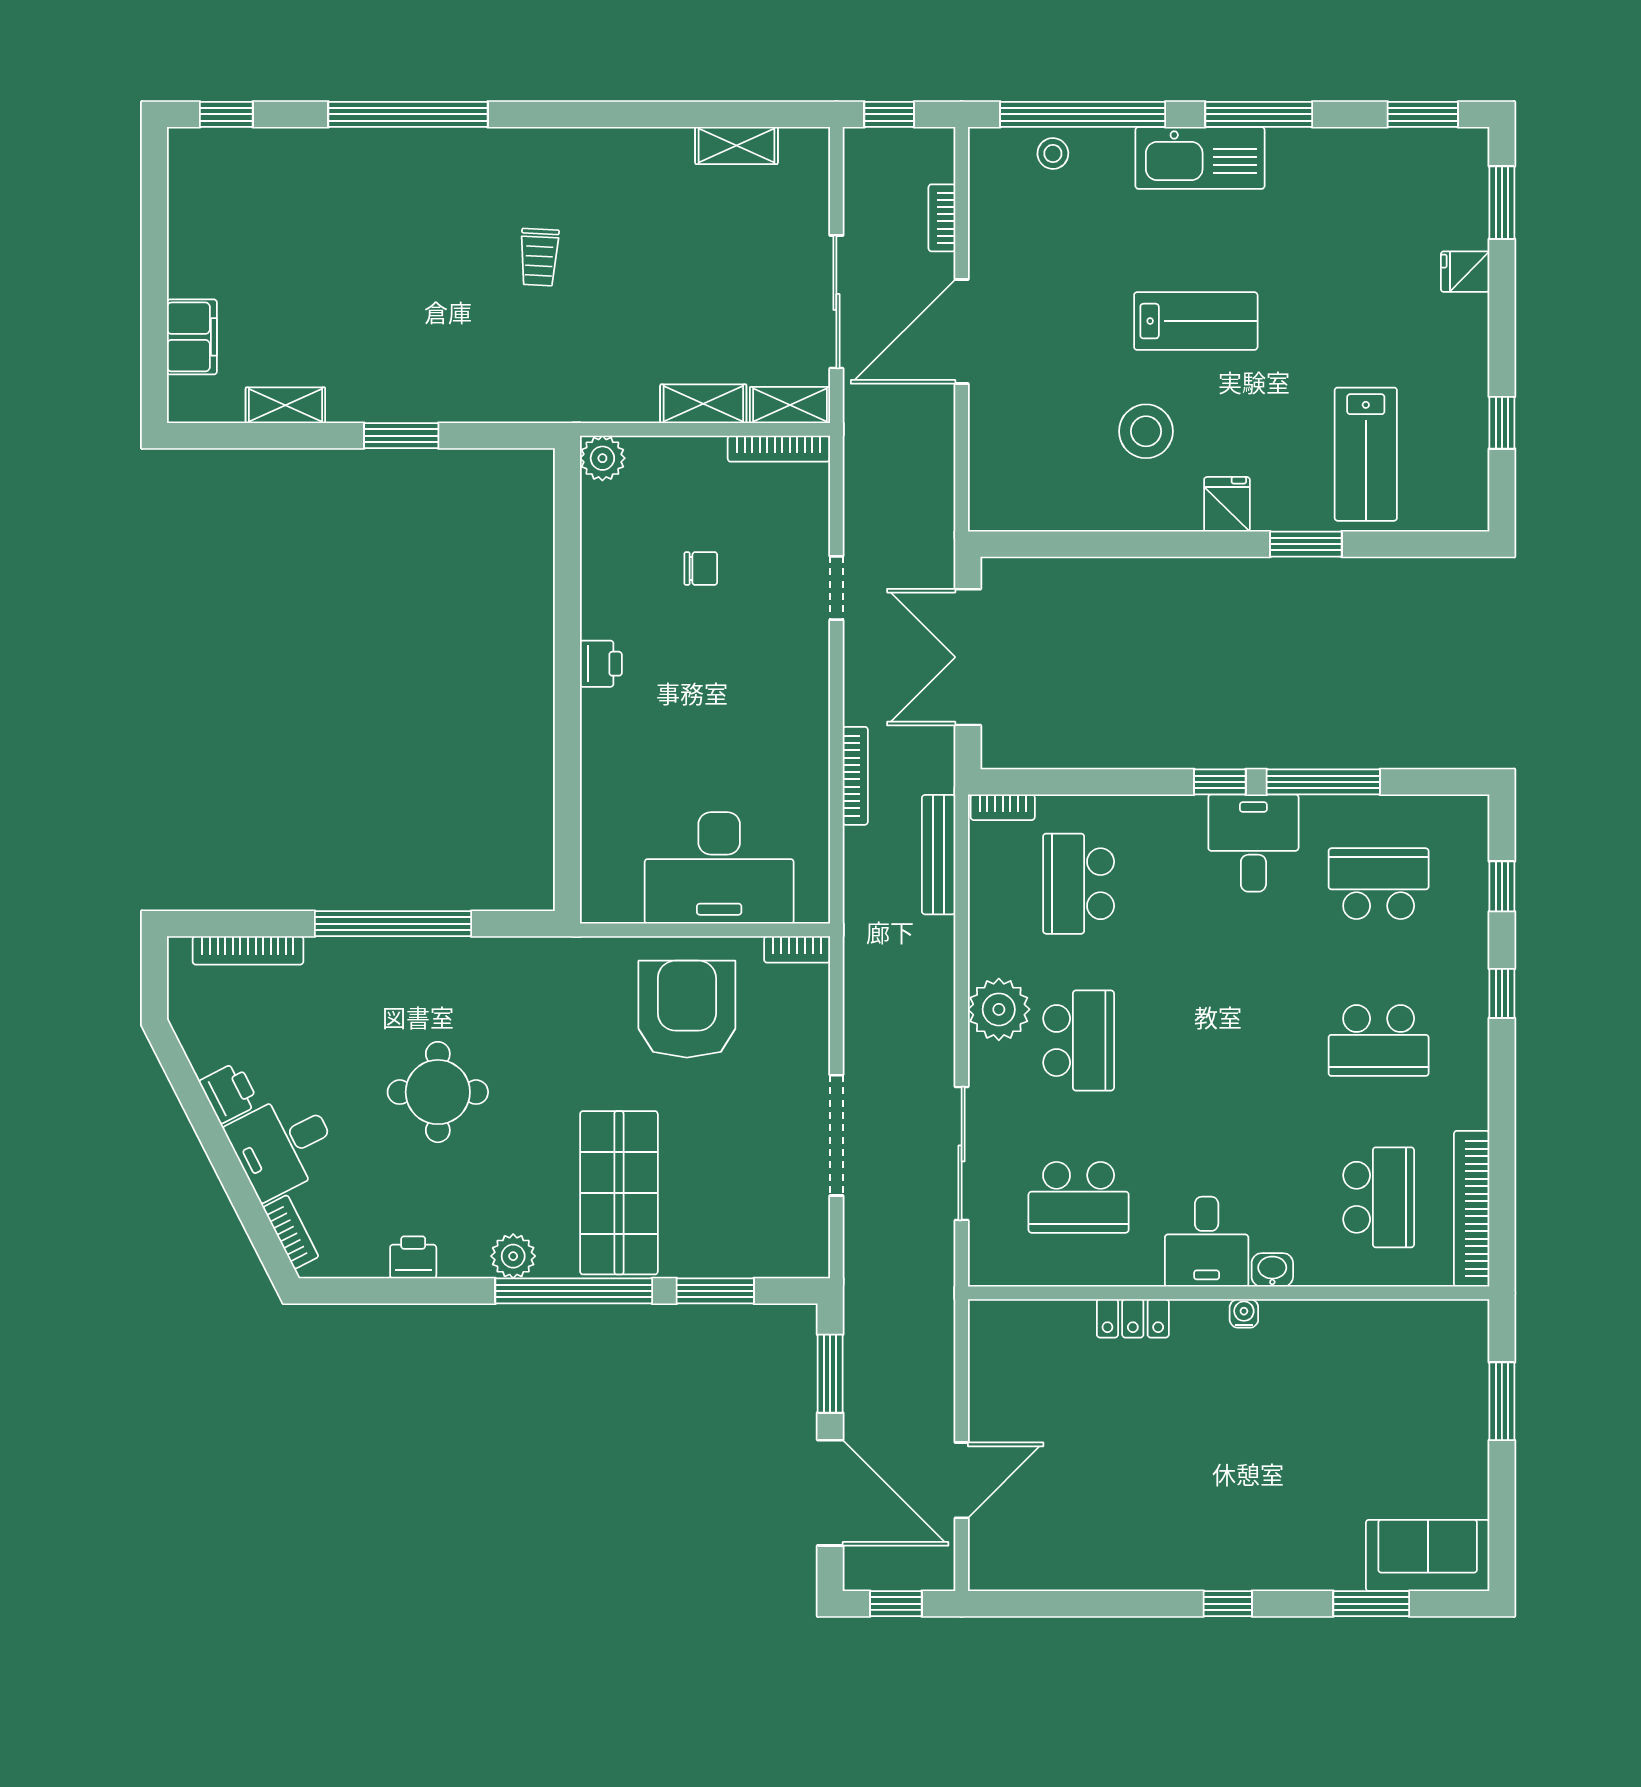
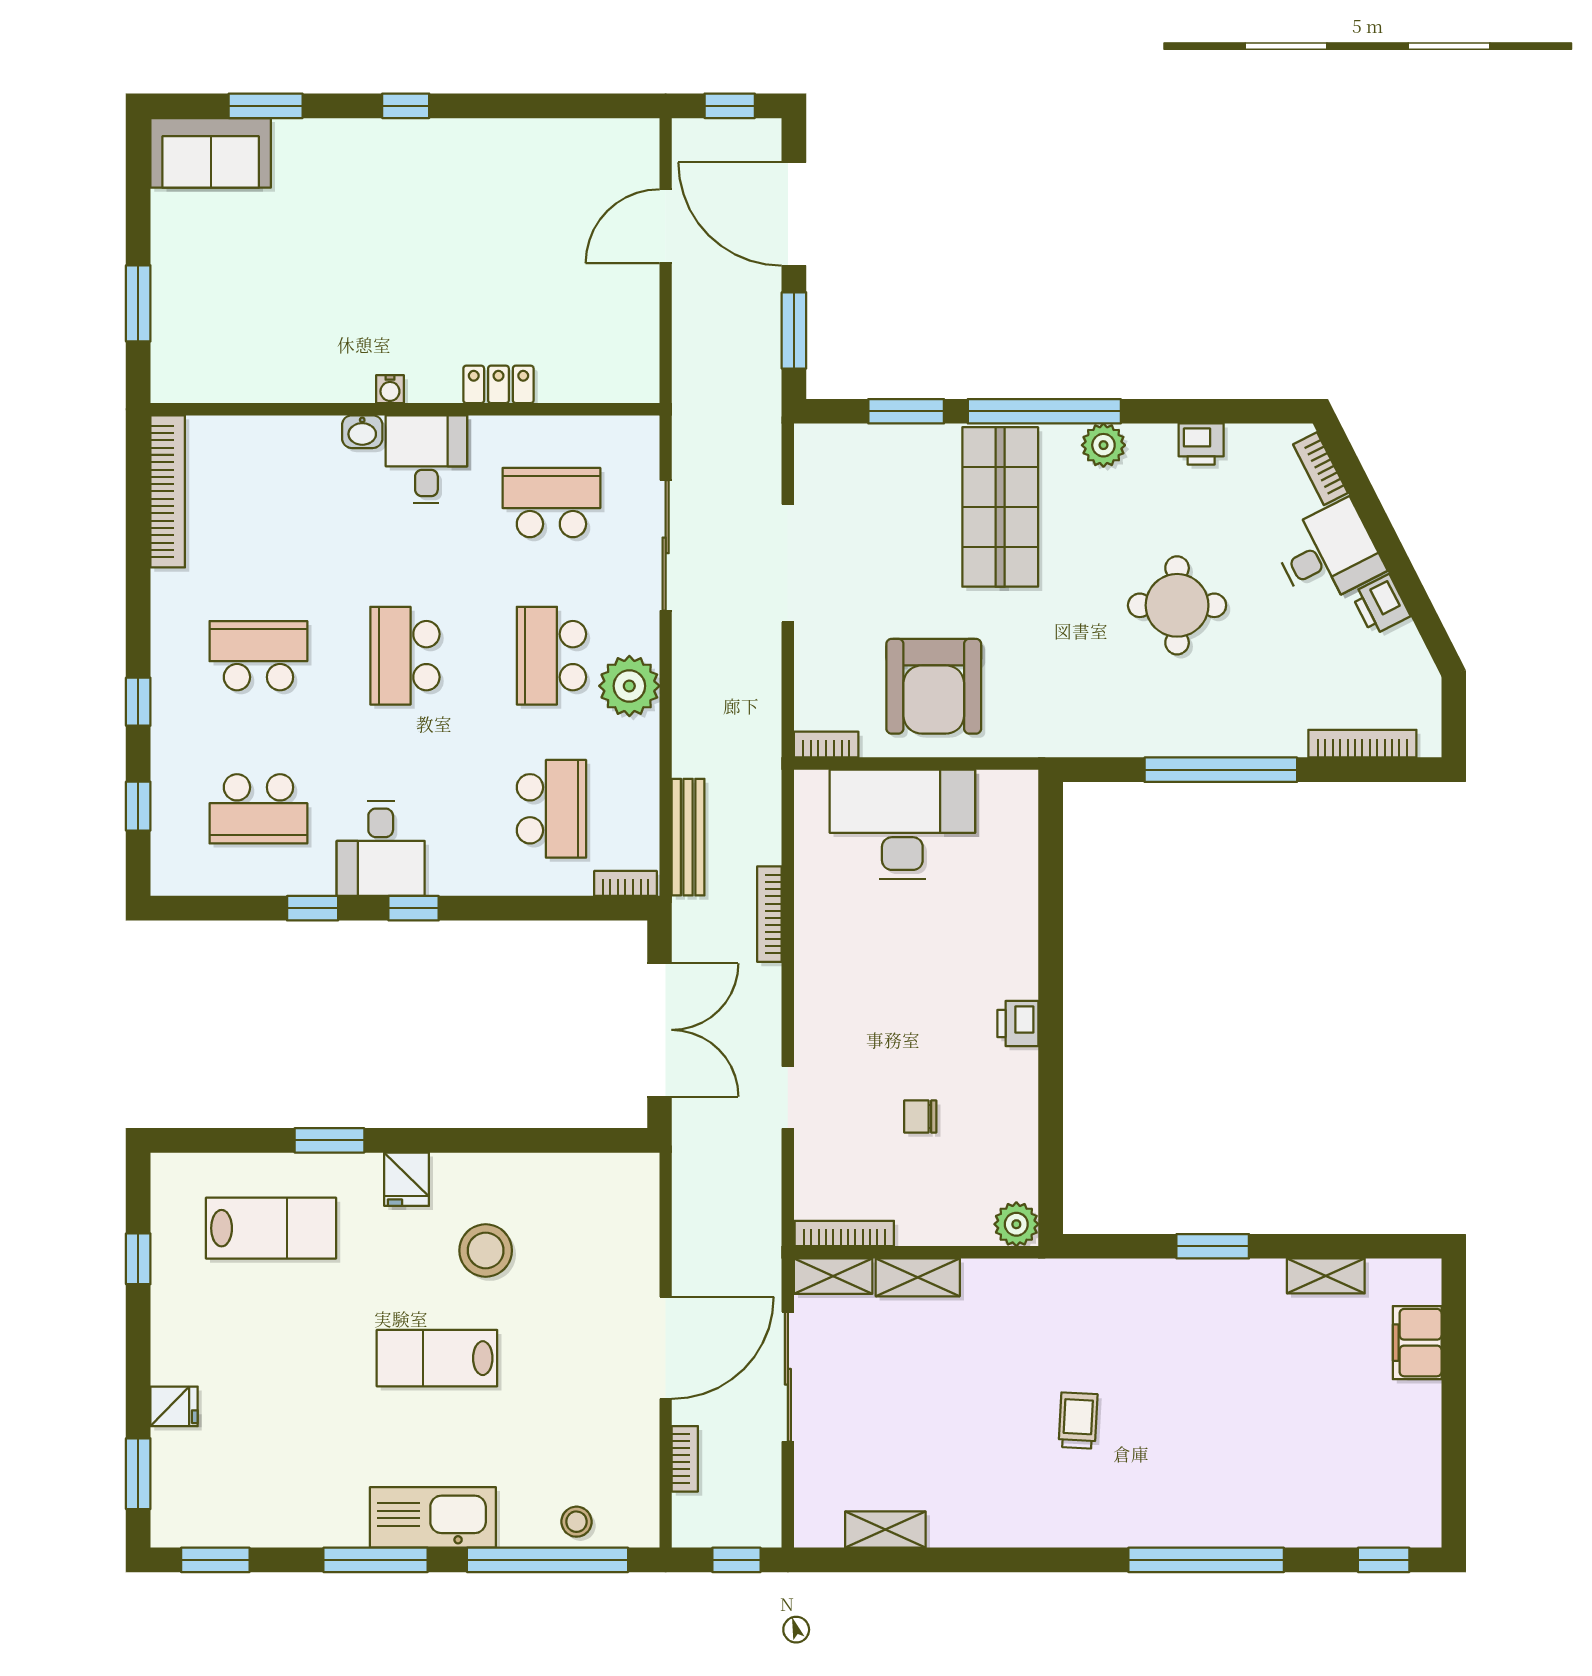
lab bench: (1366, 454) -> (271, 1228), turned 90
window: (1323, 782) -> (313, 908), width x0.46
school desk: (1379, 1197) -> (405, 656), moved

